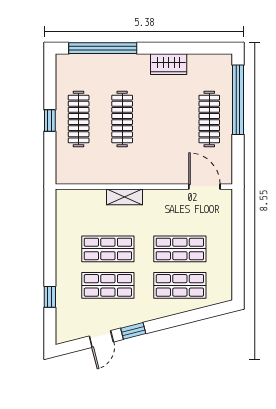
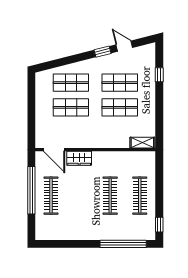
wardrobe: (169, 64) -> (79, 158), moved, turned 180
window: (238, 100) -> (31, 190), moved
window: (50, 120) -> (159, 225), moved
shelving: (125, 197) -> (142, 143), moved
door: (101, 339) -> (124, 46), hinge flipped

